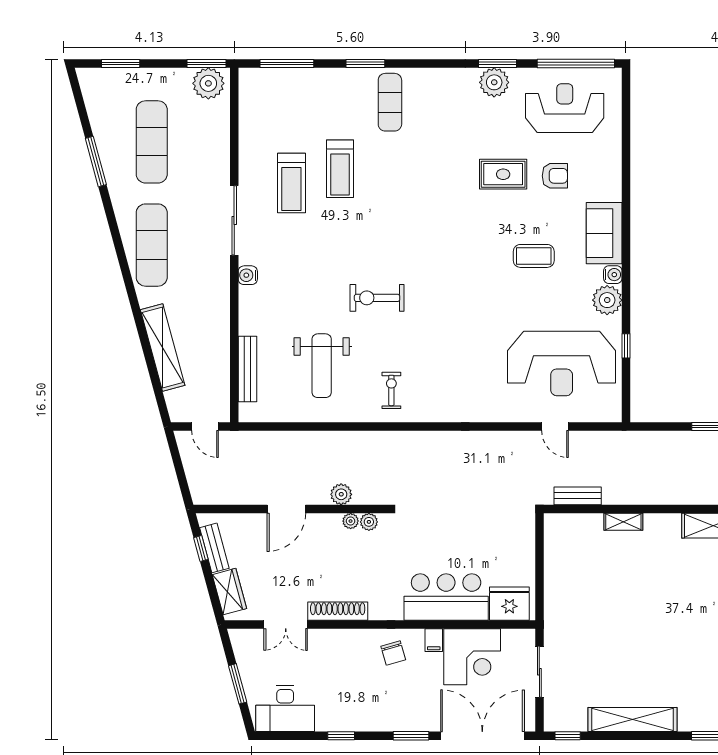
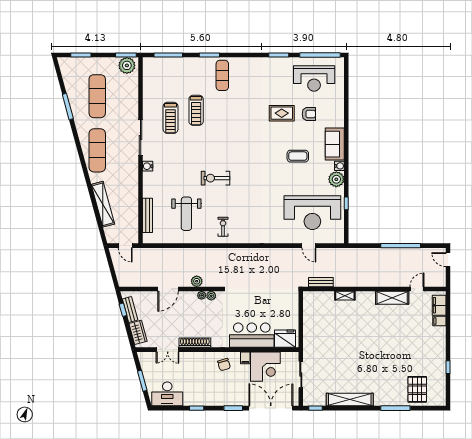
plant: (494, 82) -> (277, 65), removed
reception desk: (565, 108) -> (314, 78), turned 180

